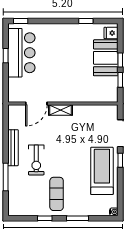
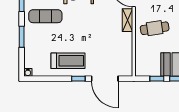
cafe table: (69, 82) -> (155, 28), added
treadmill: (102, 171) -> (68, 61), width x0.73, depth x0.73

